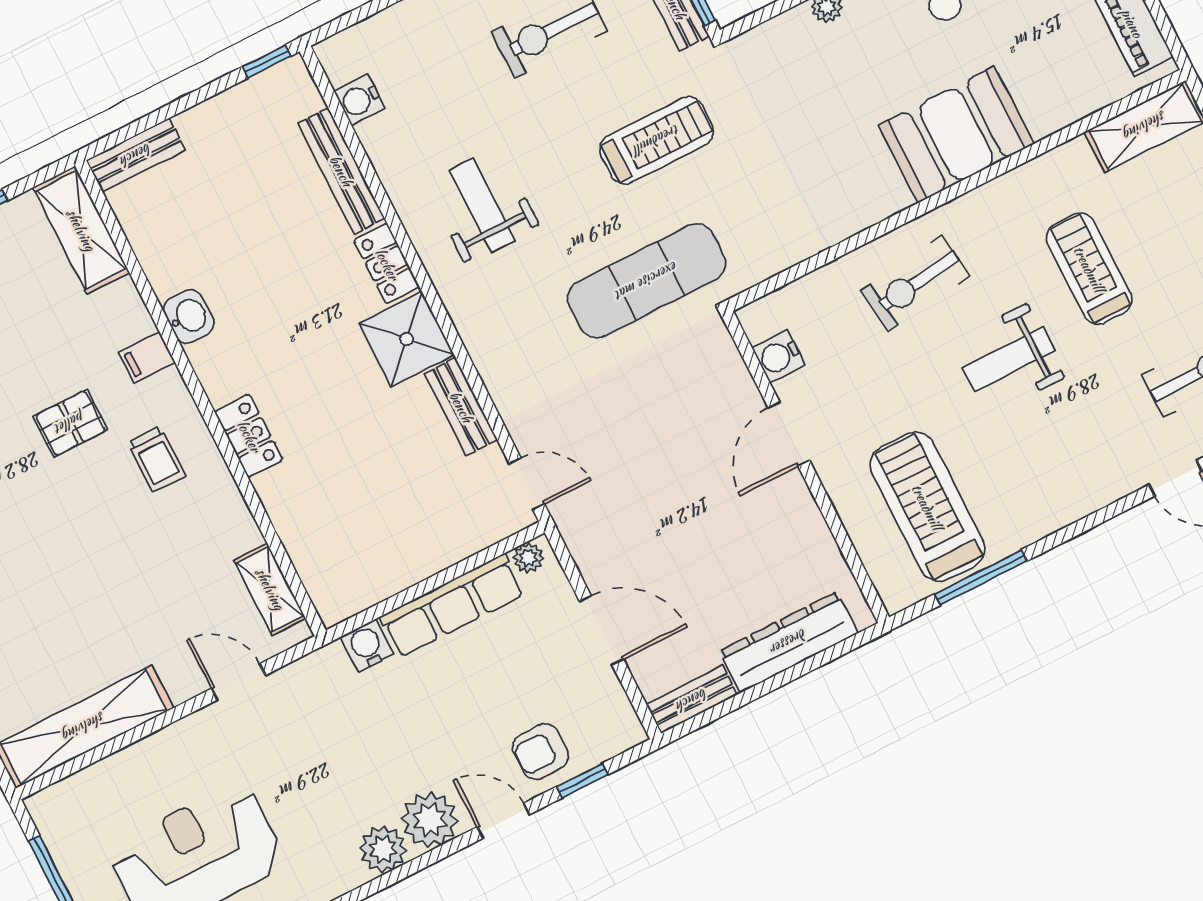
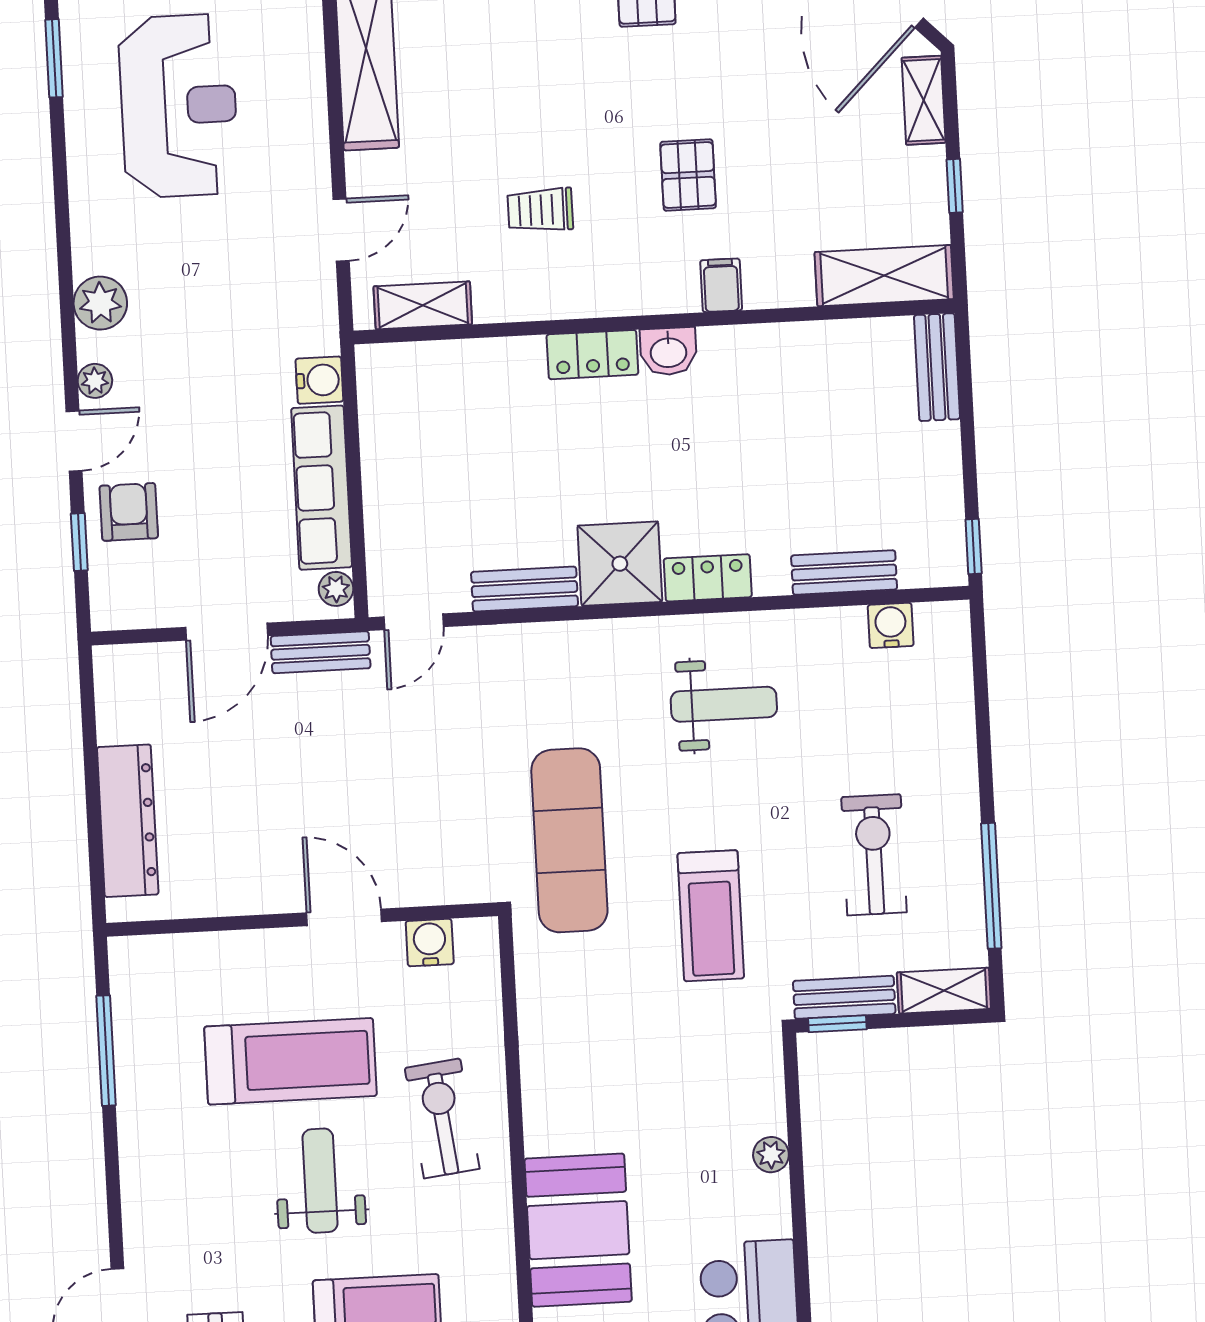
bench: (341, 171) -> (844, 572), width x0.73
washbasin: (189, 317) -> (668, 351), moved
trolley: (157, 459) -> (540, 210), moved
treadmill: (927, 507) -> (291, 1061), moved
bench: (692, 700) -> (321, 652), moved, turned 90
plant: (430, 820) -> (95, 381), width x0.53, depth x0.53

